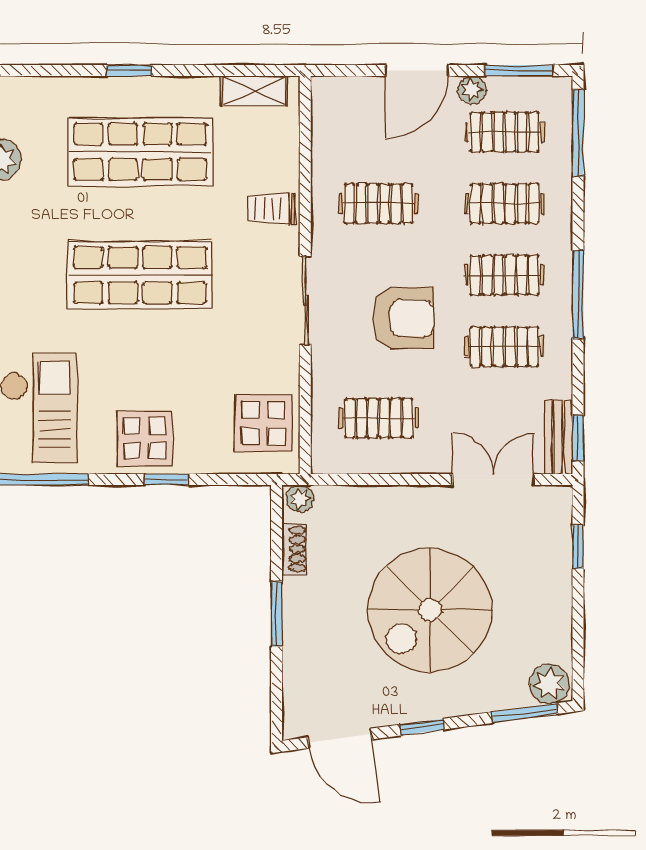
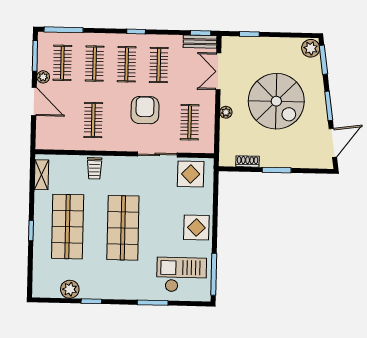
window: (578, 294) -> (136, 31), width x0.46
sliding door: (305, 300) -> (157, 154), moved
window: (166, 480) -> (215, 218), removed
plant: (300, 498) -> (226, 112), moved
window: (422, 727) -> (329, 106), width x1.50

